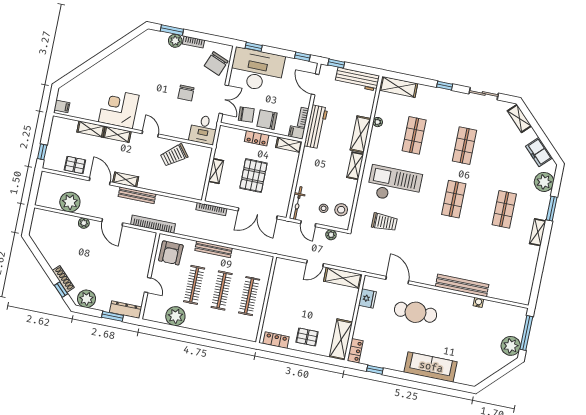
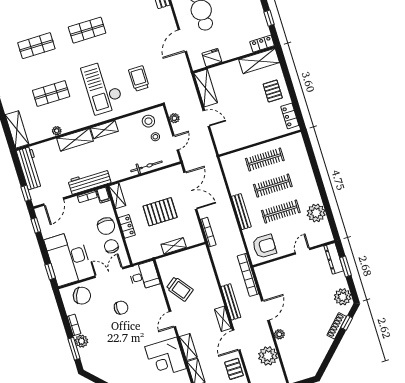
bicycle: (298, 203) -> (146, 166), moved

